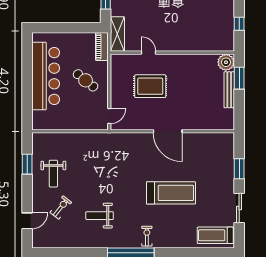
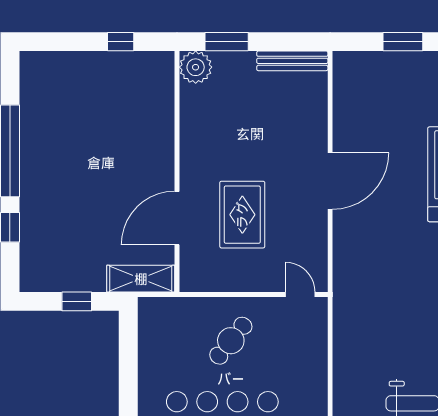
piano: (102, 46) -> (165, 309), removed
door: (149, 53) -> (177, 218), width x1.87
bench: (229, 90) -> (292, 61), moved

